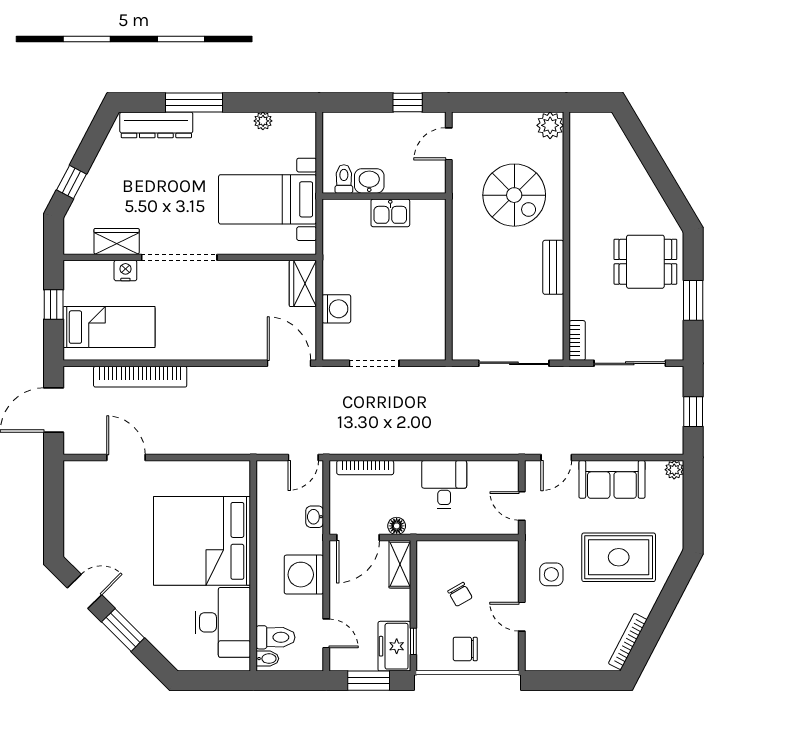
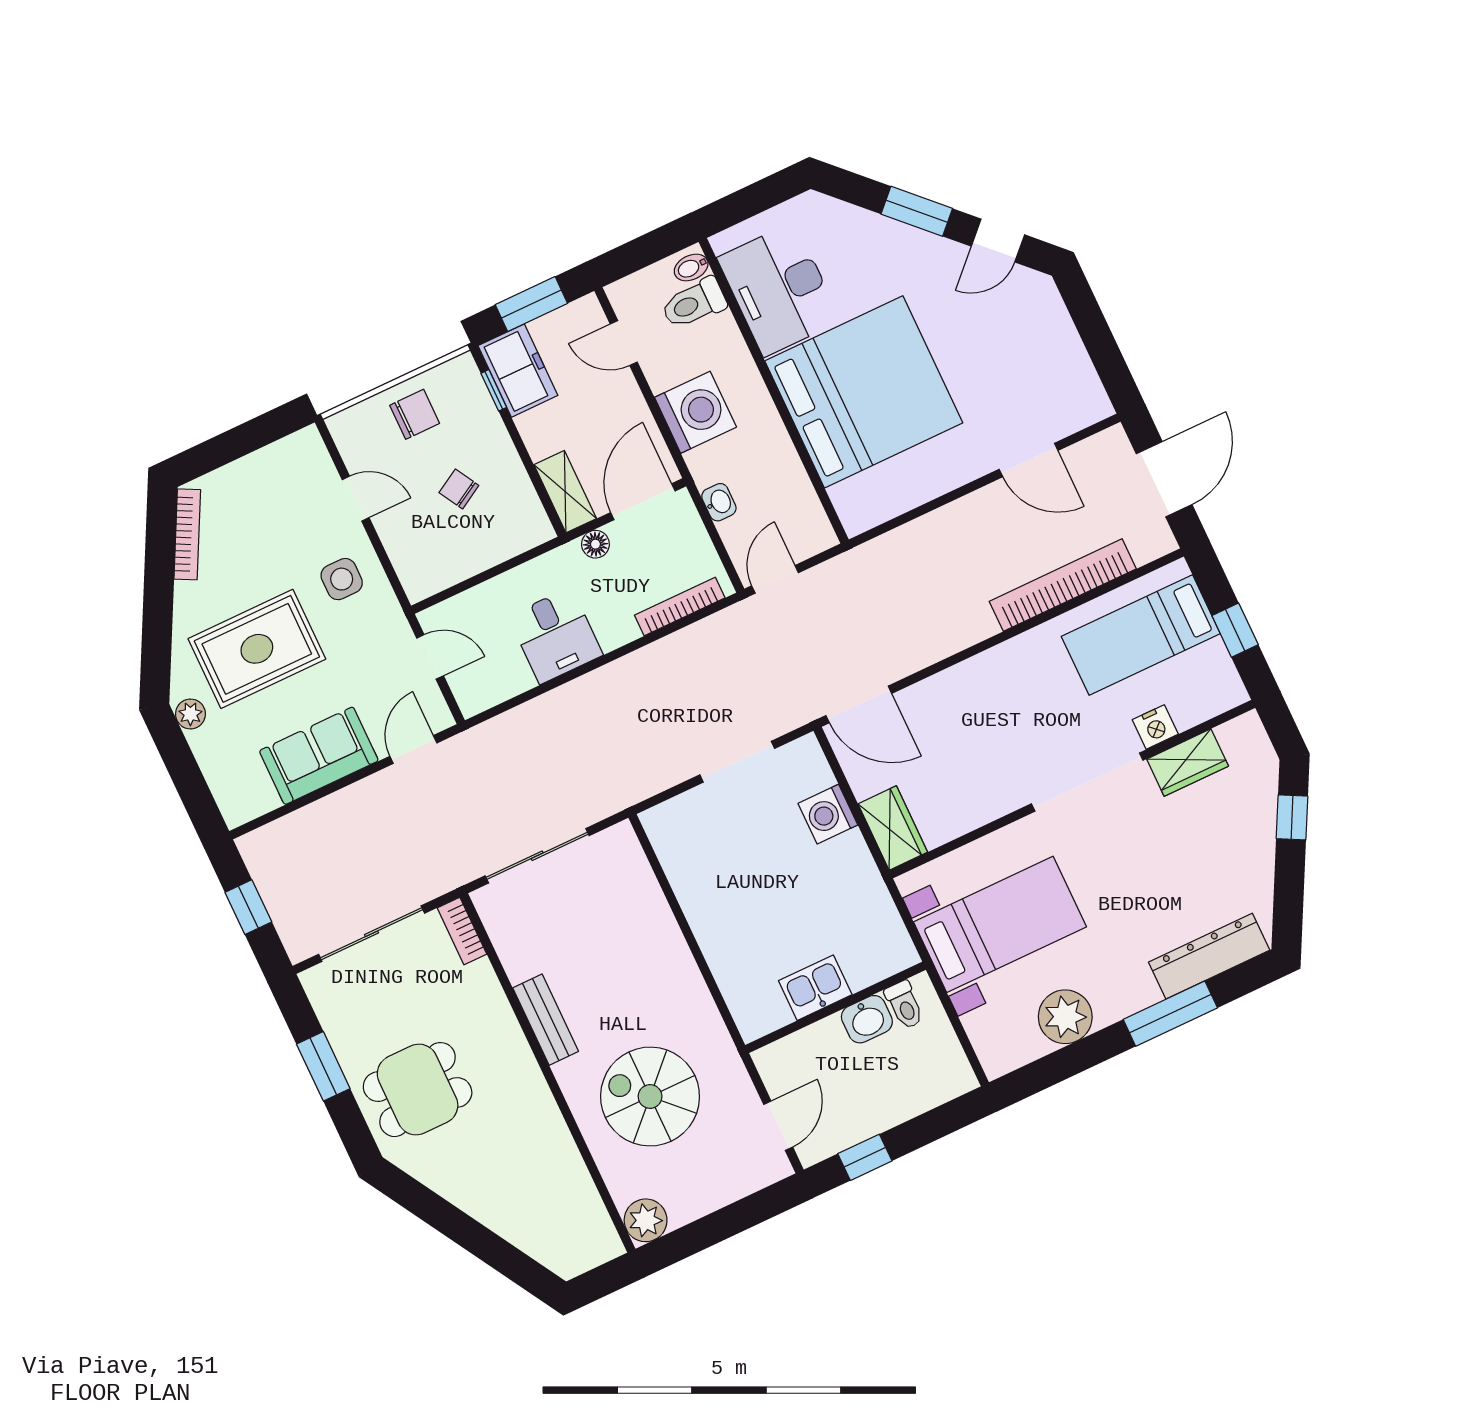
plant: (263, 121) -> (1065, 1017), width x1.88, depth x1.88
plant: (674, 470) -> (190, 714), moved

